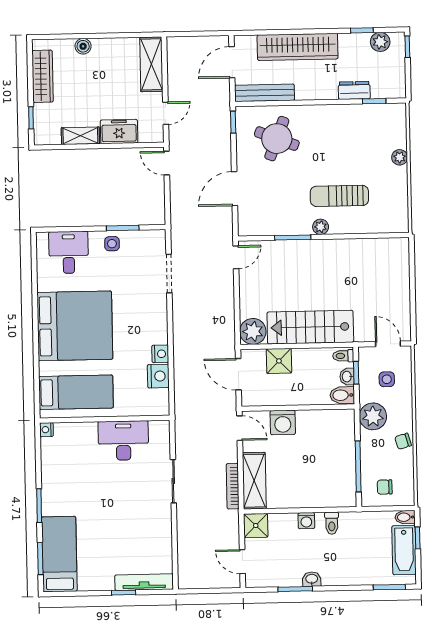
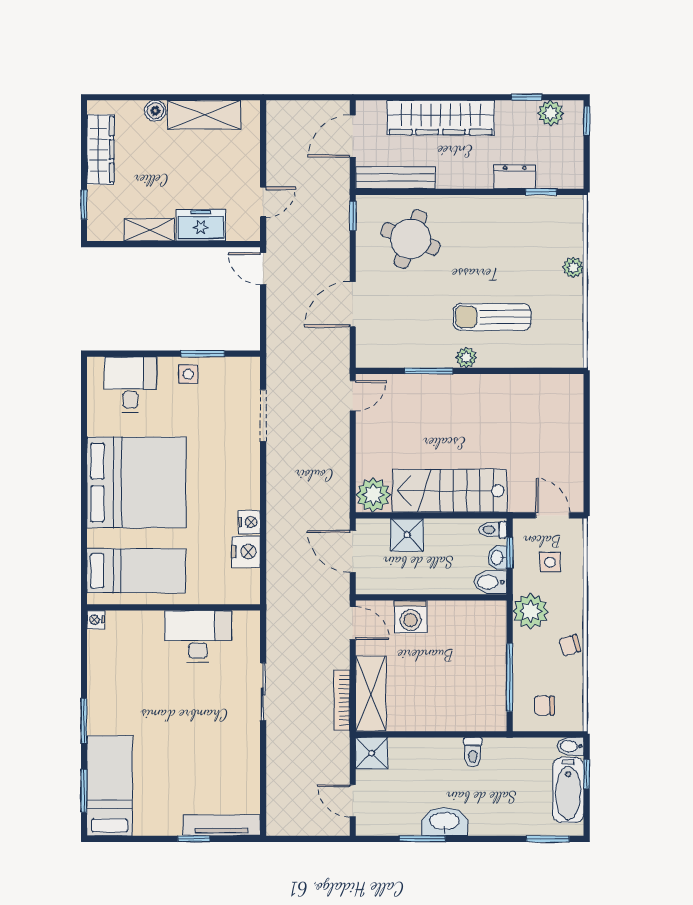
shelving: (151, 64) -> (204, 115), moved, turned 90
washing machine: (306, 521) -> (439, 748), removed
washbasin: (312, 579) -> (445, 822), width x1.91, depth x1.45

